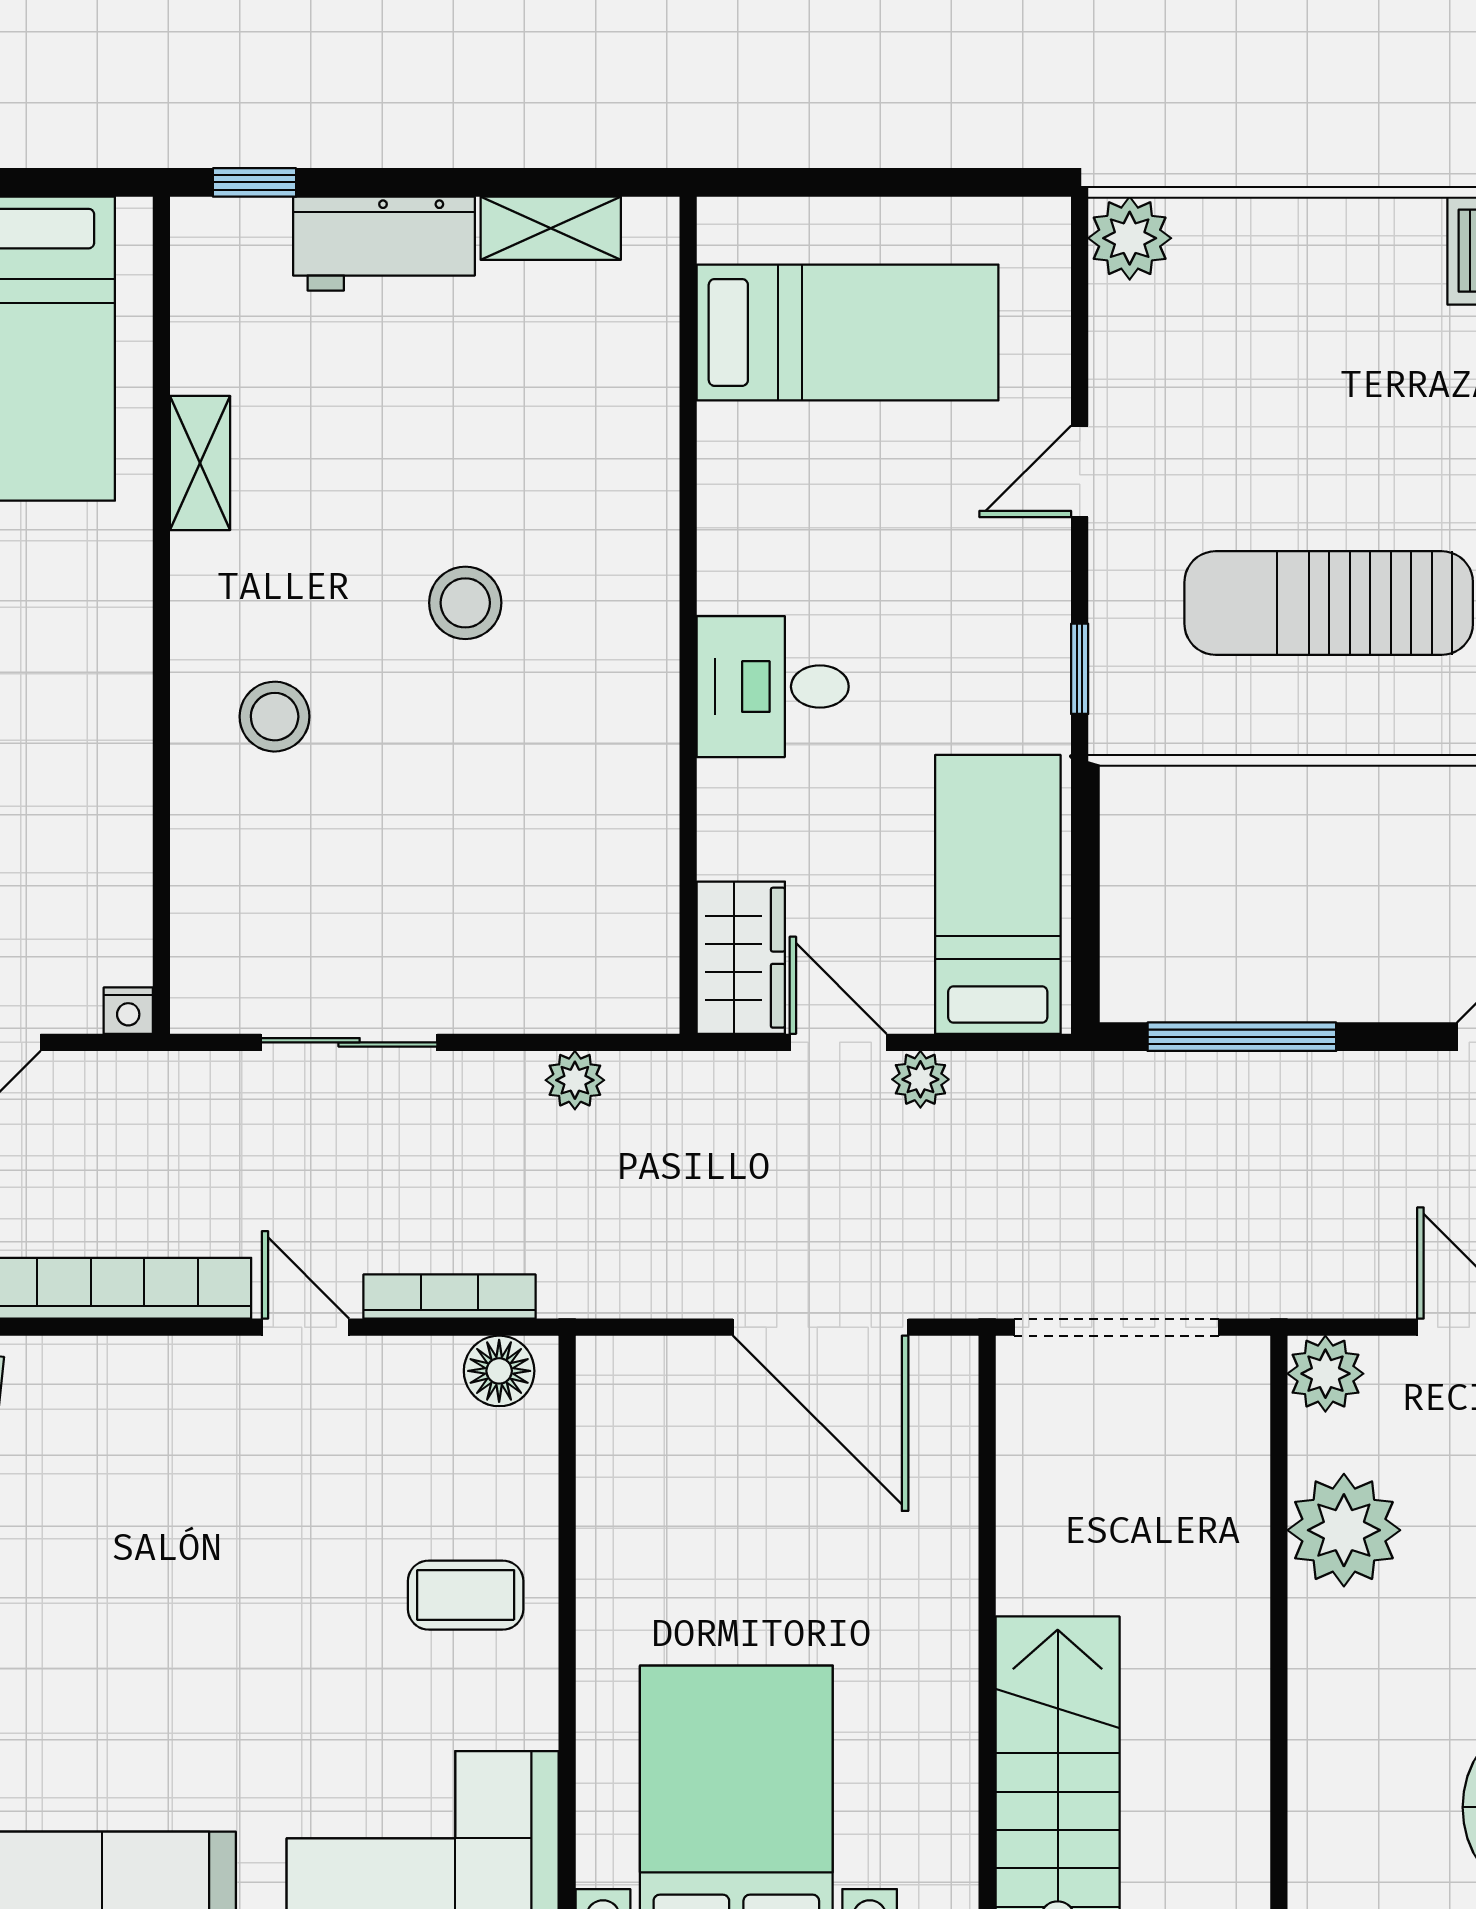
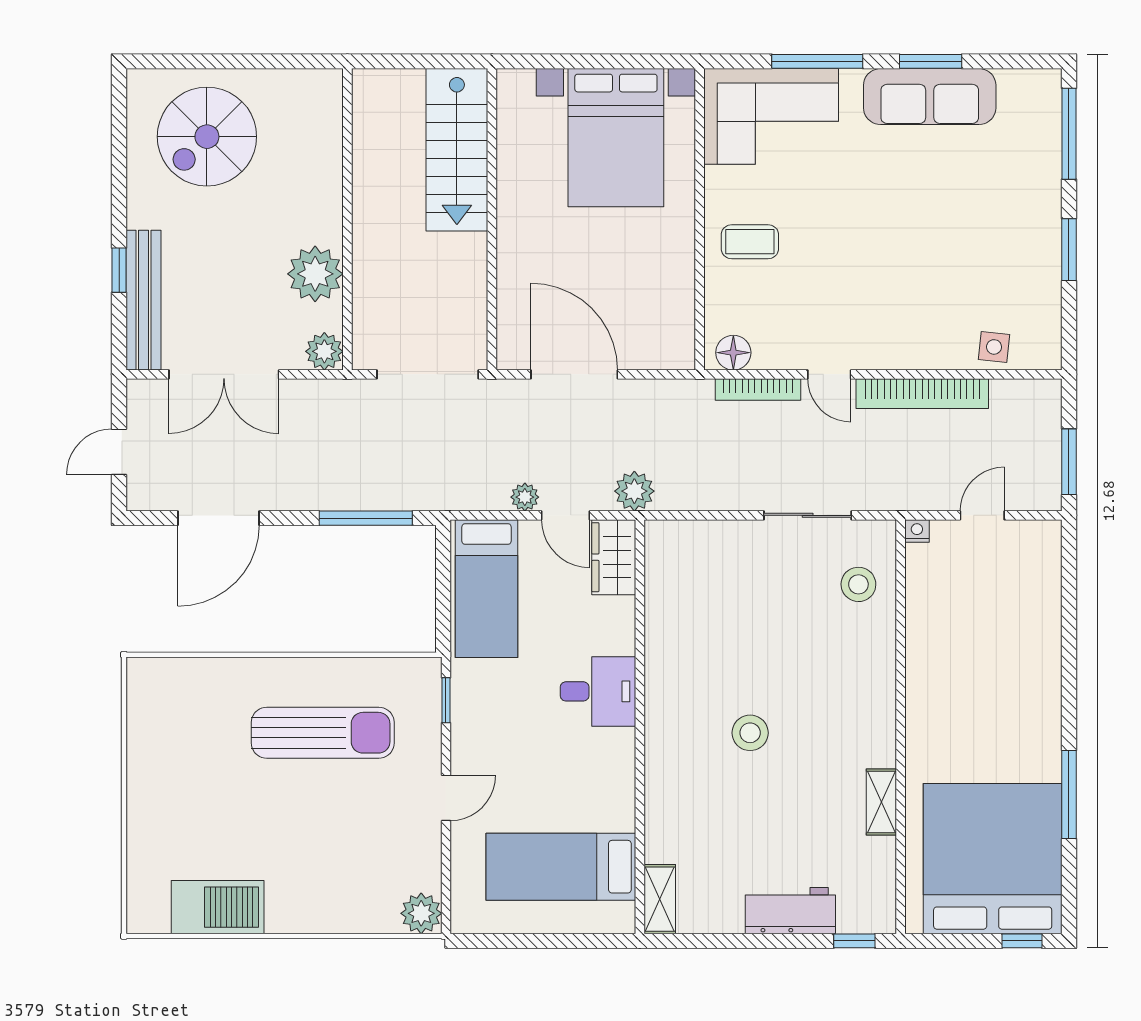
shelving: (551, 228) -> (660, 899), moved, turned 90
stool: (275, 717) -> (858, 584), moved
plant: (575, 1080) -> (634, 491), moved, width x1.38, depth x1.38

